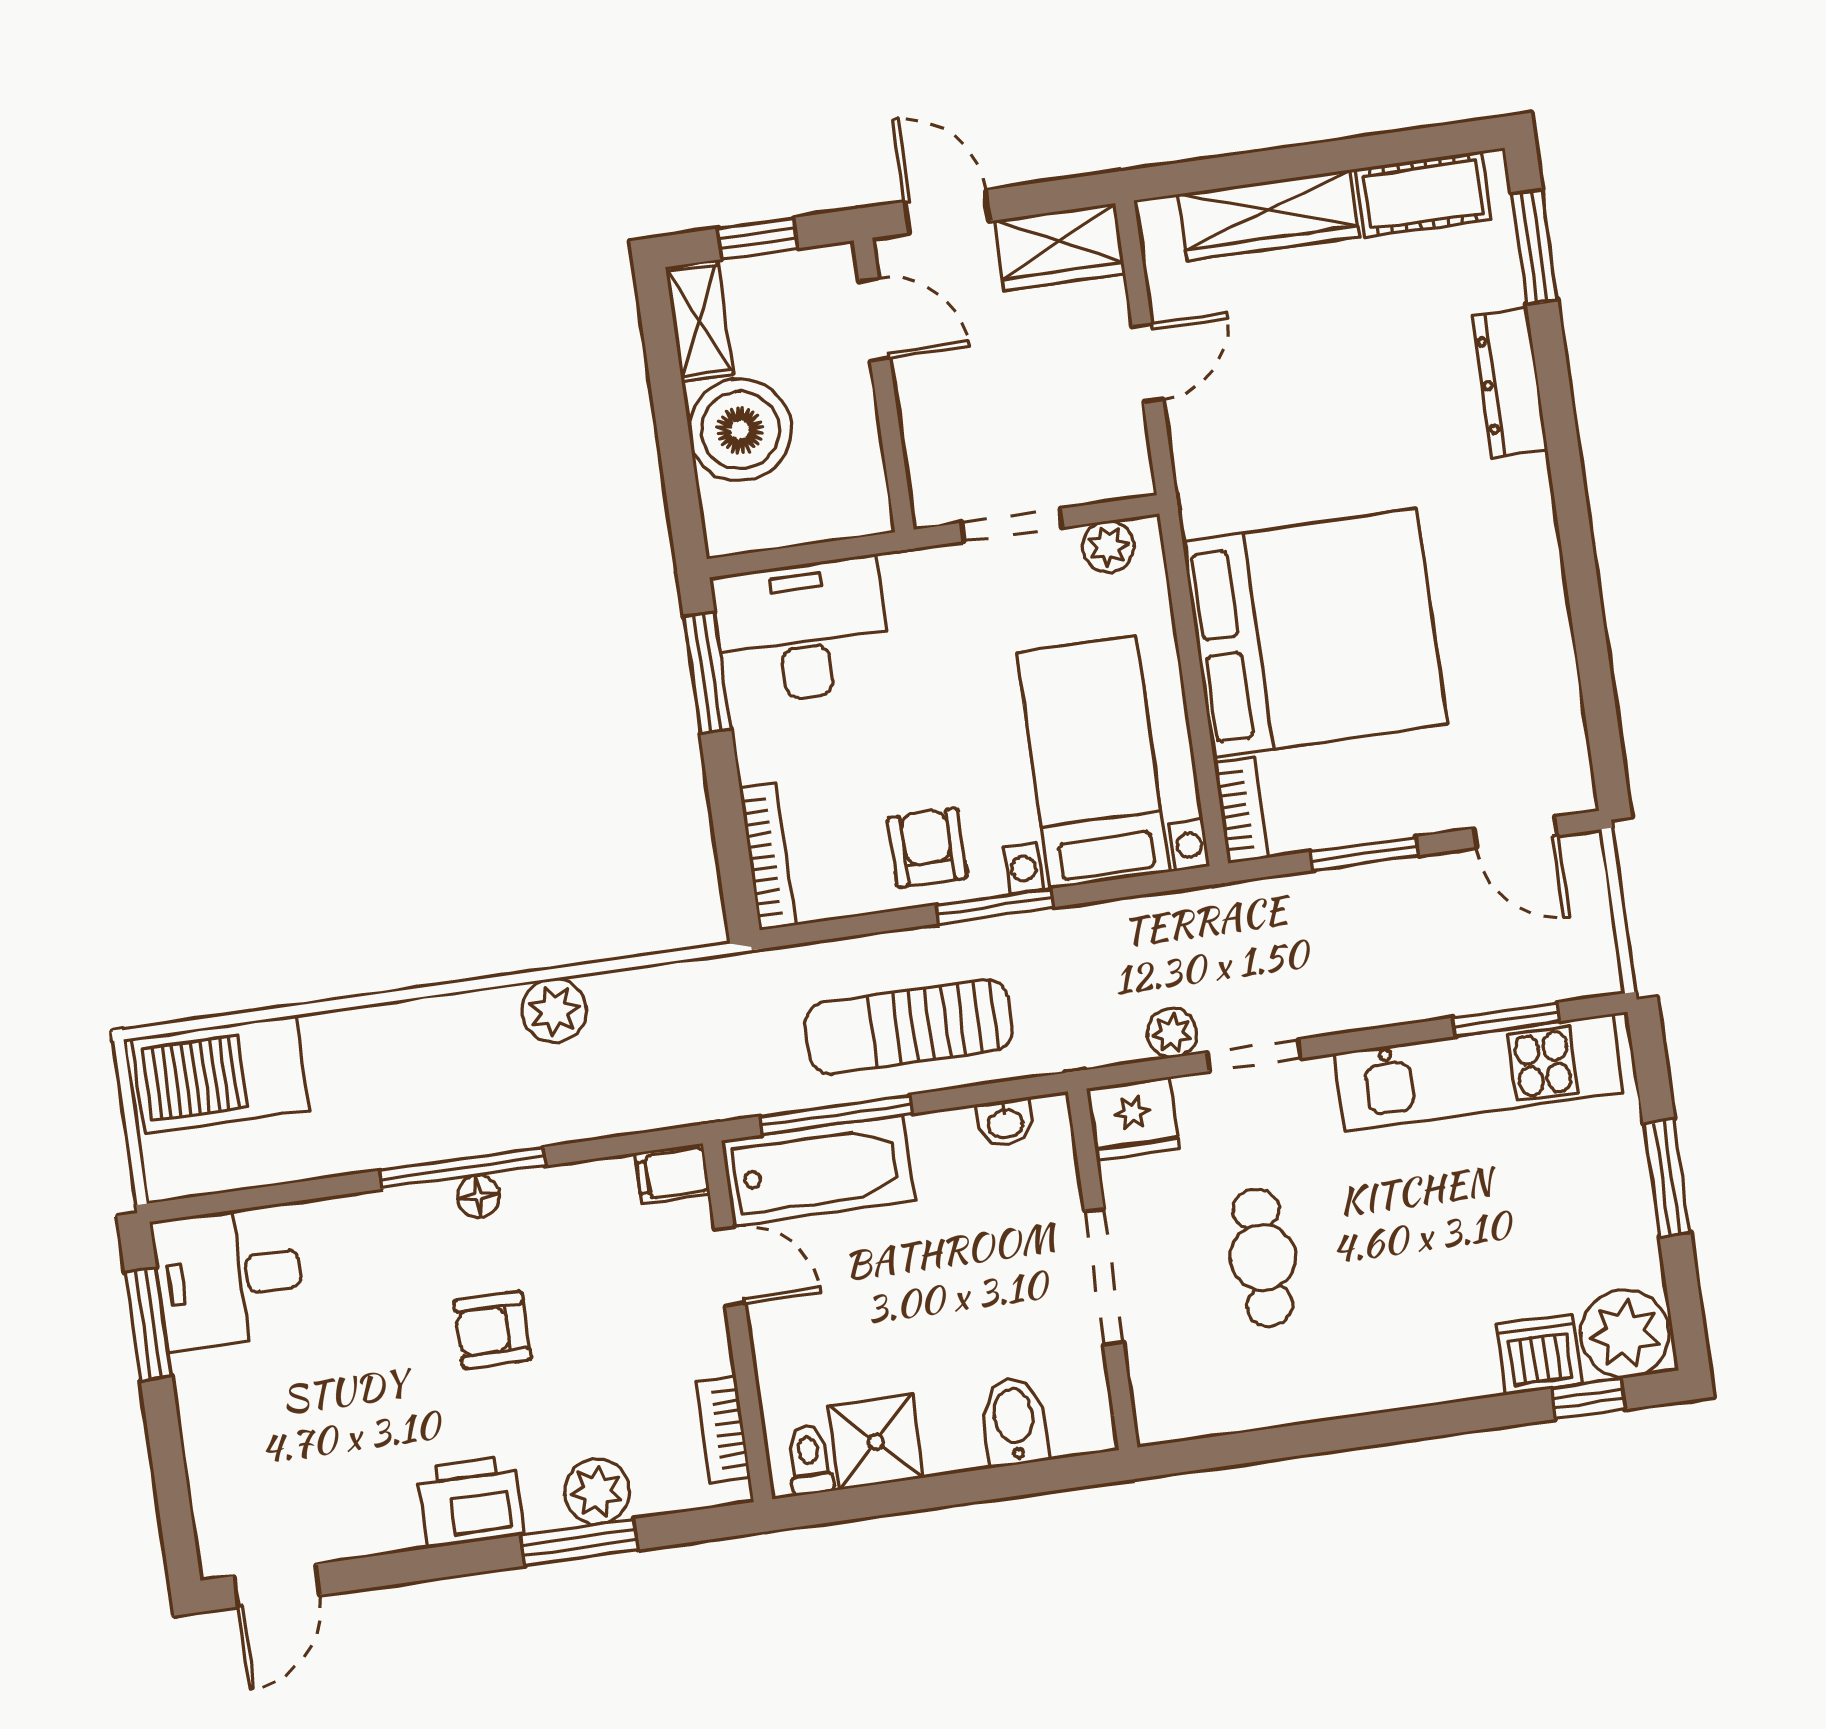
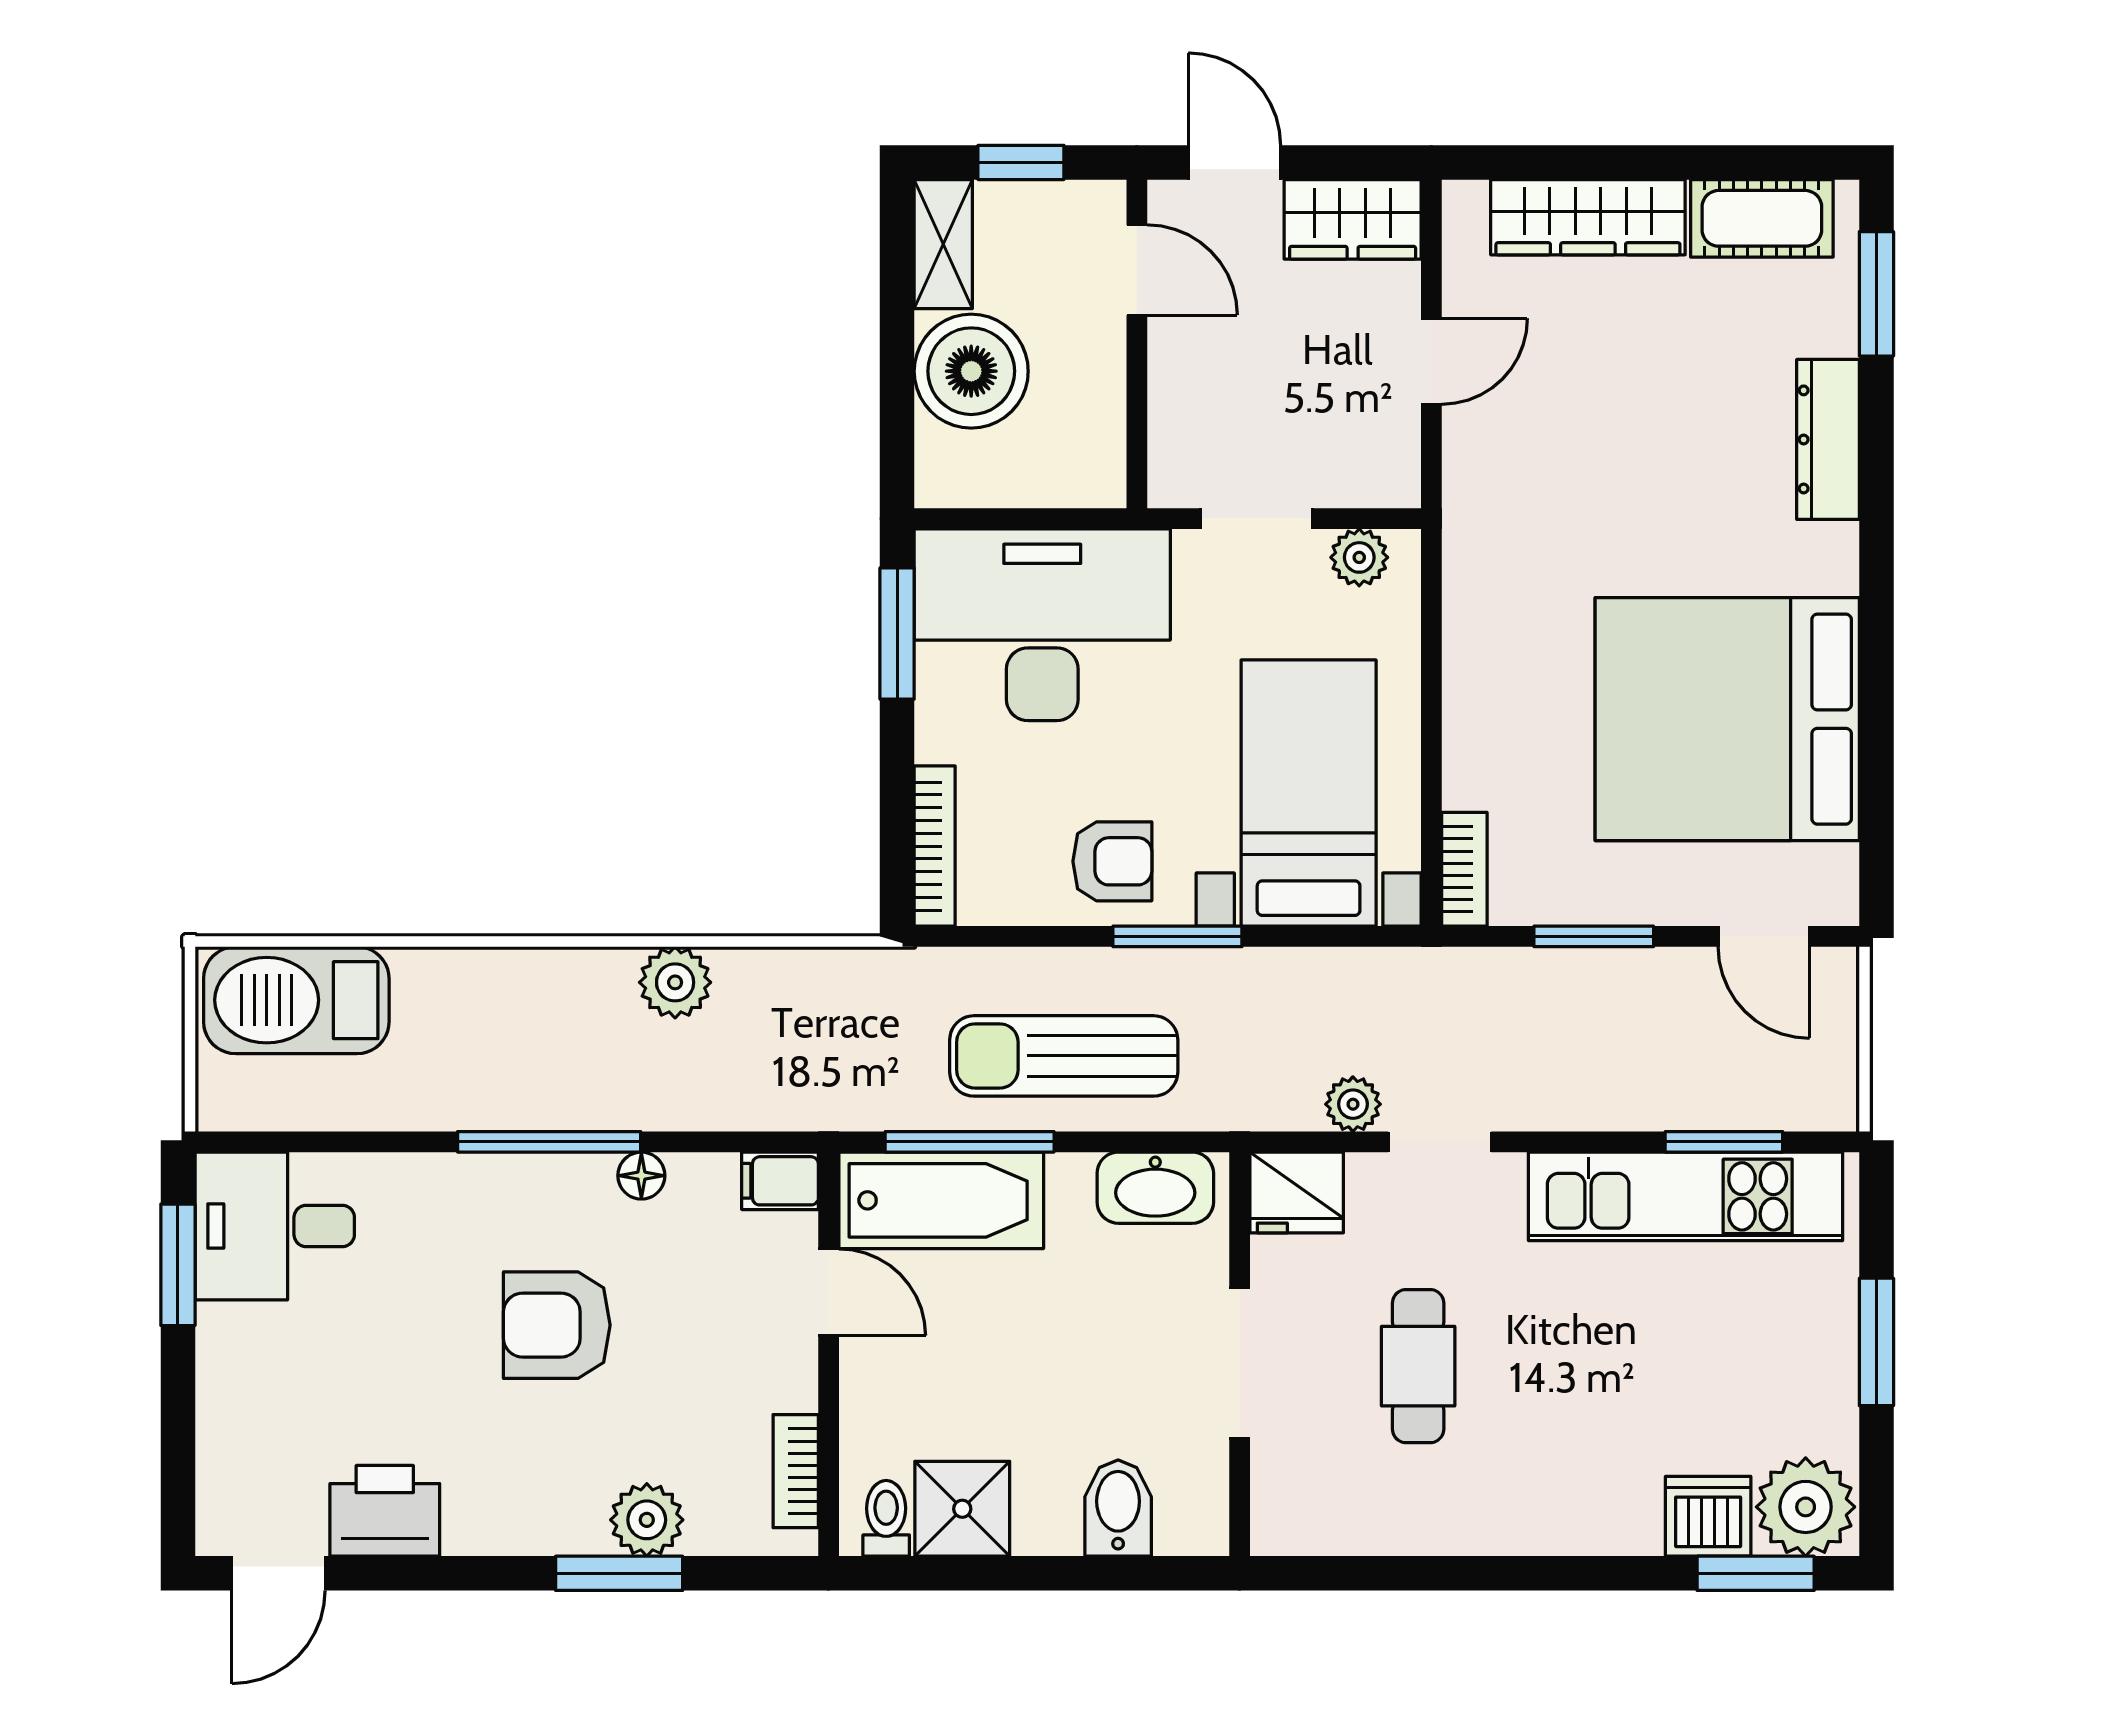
desk: (802, 631) -> (1042, 625), width x1.36, depth x1.30
bed: (1315, 633) -> (1727, 719), moved, turned 180
armchair: (927, 848) -> (1112, 861), turned 90
washbasin: (1005, 1122) -> (1155, 1188), width x1.91, depth x1.45
floor lamp: (478, 1196) -> (641, 1176), moved
armchair: (492, 1330) -> (557, 1325), width x1.38, depth x1.38
window: (1589, 1399) -> (1756, 1573), width x1.50
printer: (471, 1501) -> (385, 1511), moved

